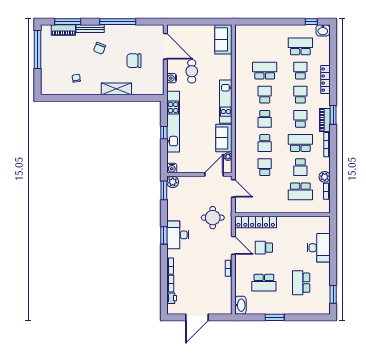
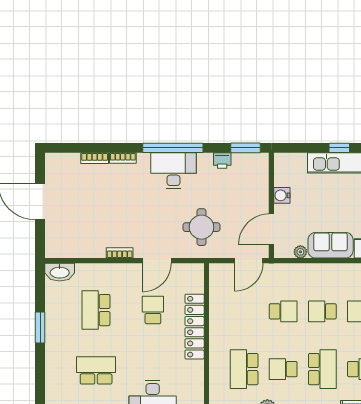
water cooler: (172, 168) -> (282, 195), moved
door: (214, 174) -> (271, 229), swing flipped
plant: (173, 182) -> (259, 162), removed
locker: (256, 222) -> (195, 327), moved
window: (164, 235) -> (173, 148), width x2.11
printer: (172, 298) -> (222, 161), moved

